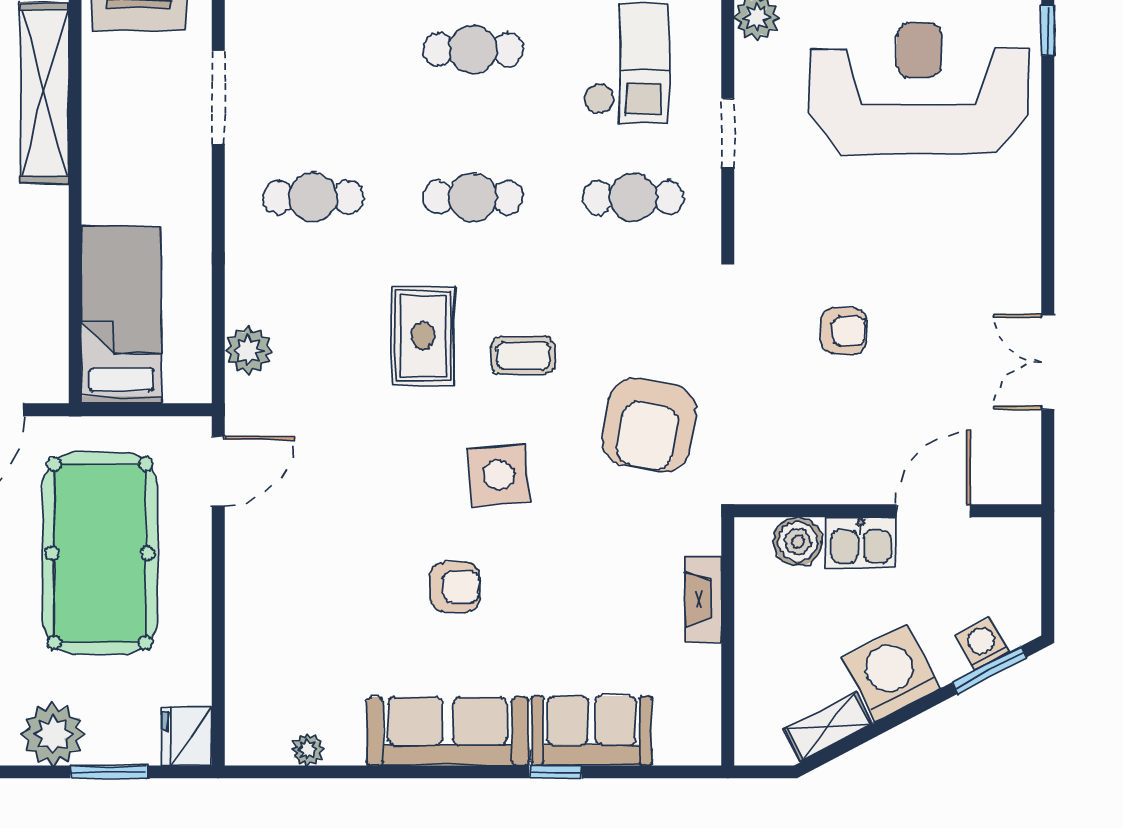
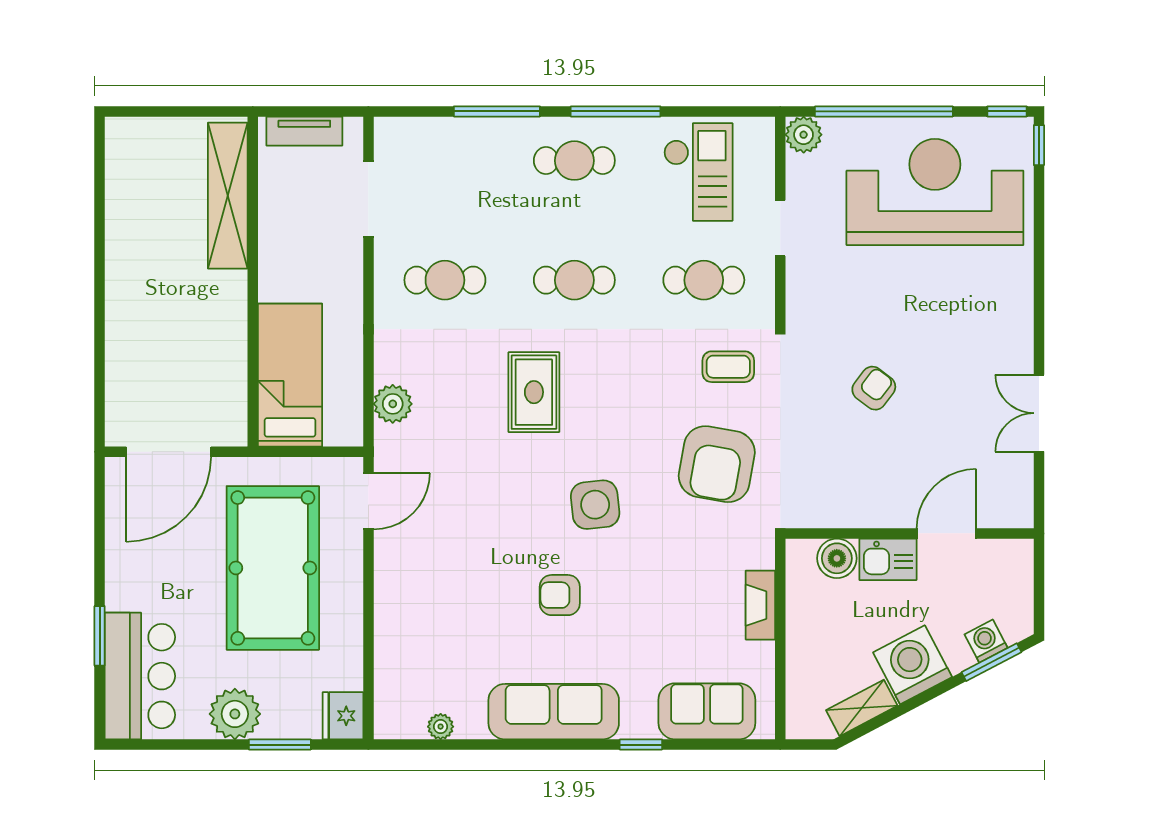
armchair: (843, 331) -> (874, 388), turned -53
coffee table: (523, 356) -> (728, 367), moved
armchair: (455, 587) -> (560, 595), turned 180
sofa: (592, 731) -> (707, 711), moved

